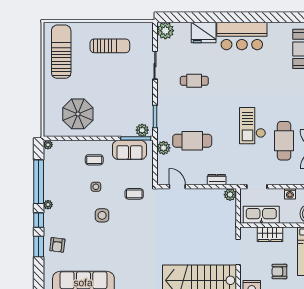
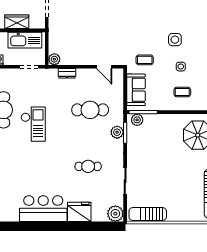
sun lounger: (110, 46) -> (148, 214), moved
plant: (164, 148) -> (117, 132), moved
sofa: (129, 150) -> (136, 90), moved, turned 90

